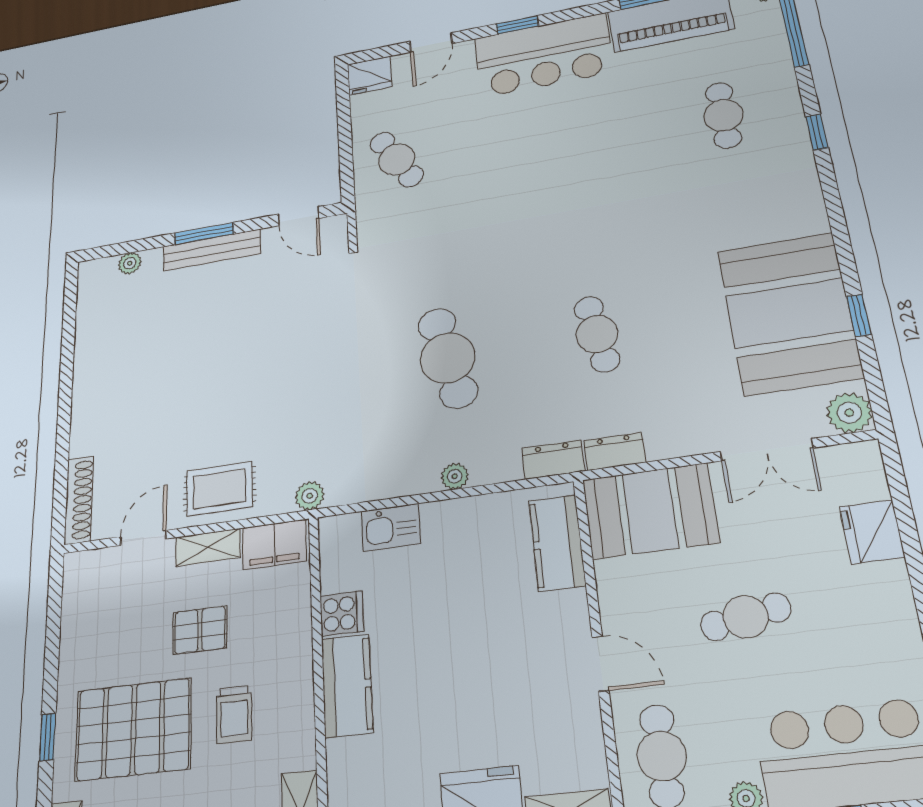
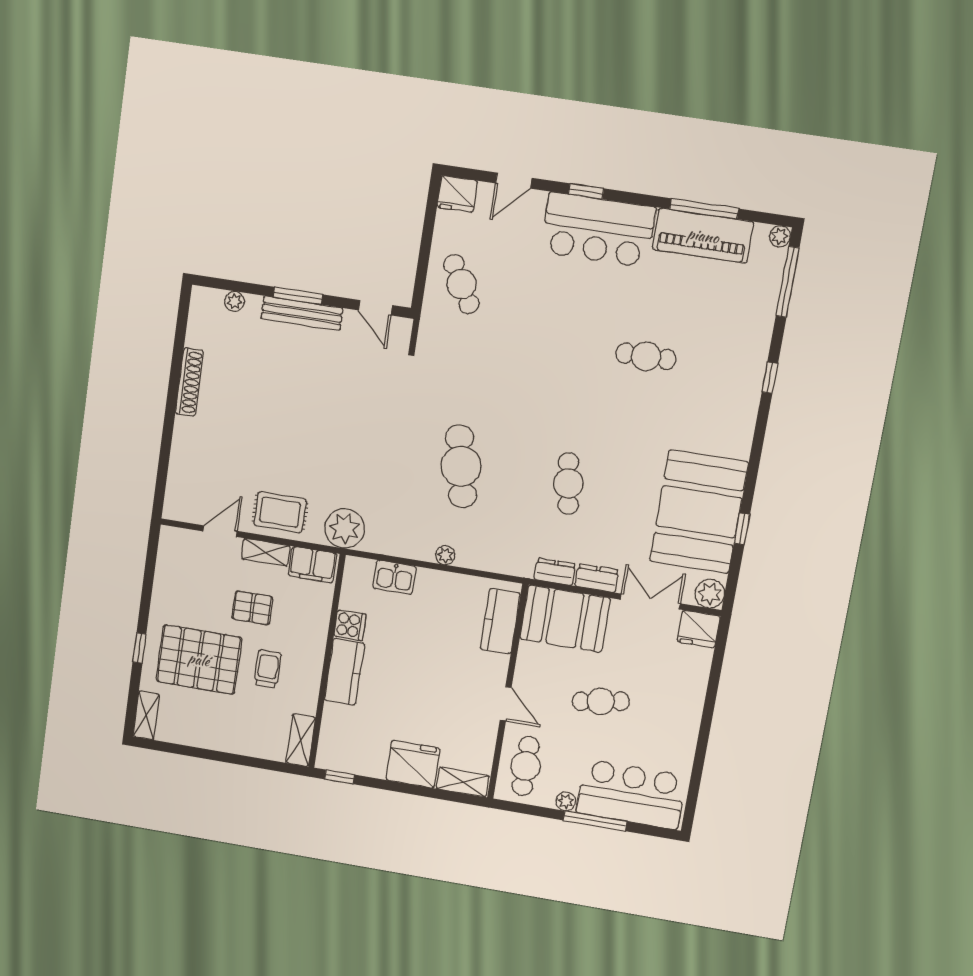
cafe table: (723, 115) -> (646, 356), moved, turned 90
double door: (766, 450) -> (650, 602), swing flipped
dresser: (553, 460) -> (597, 578), moved
plant: (310, 496) -> (345, 528), width x1.88, depth x1.88
shoe rack: (79, 500) -> (189, 382), moved
fridge: (872, 532) -> (699, 629), moved, turned -90
trolley: (234, 715) -> (268, 669), turned 180

